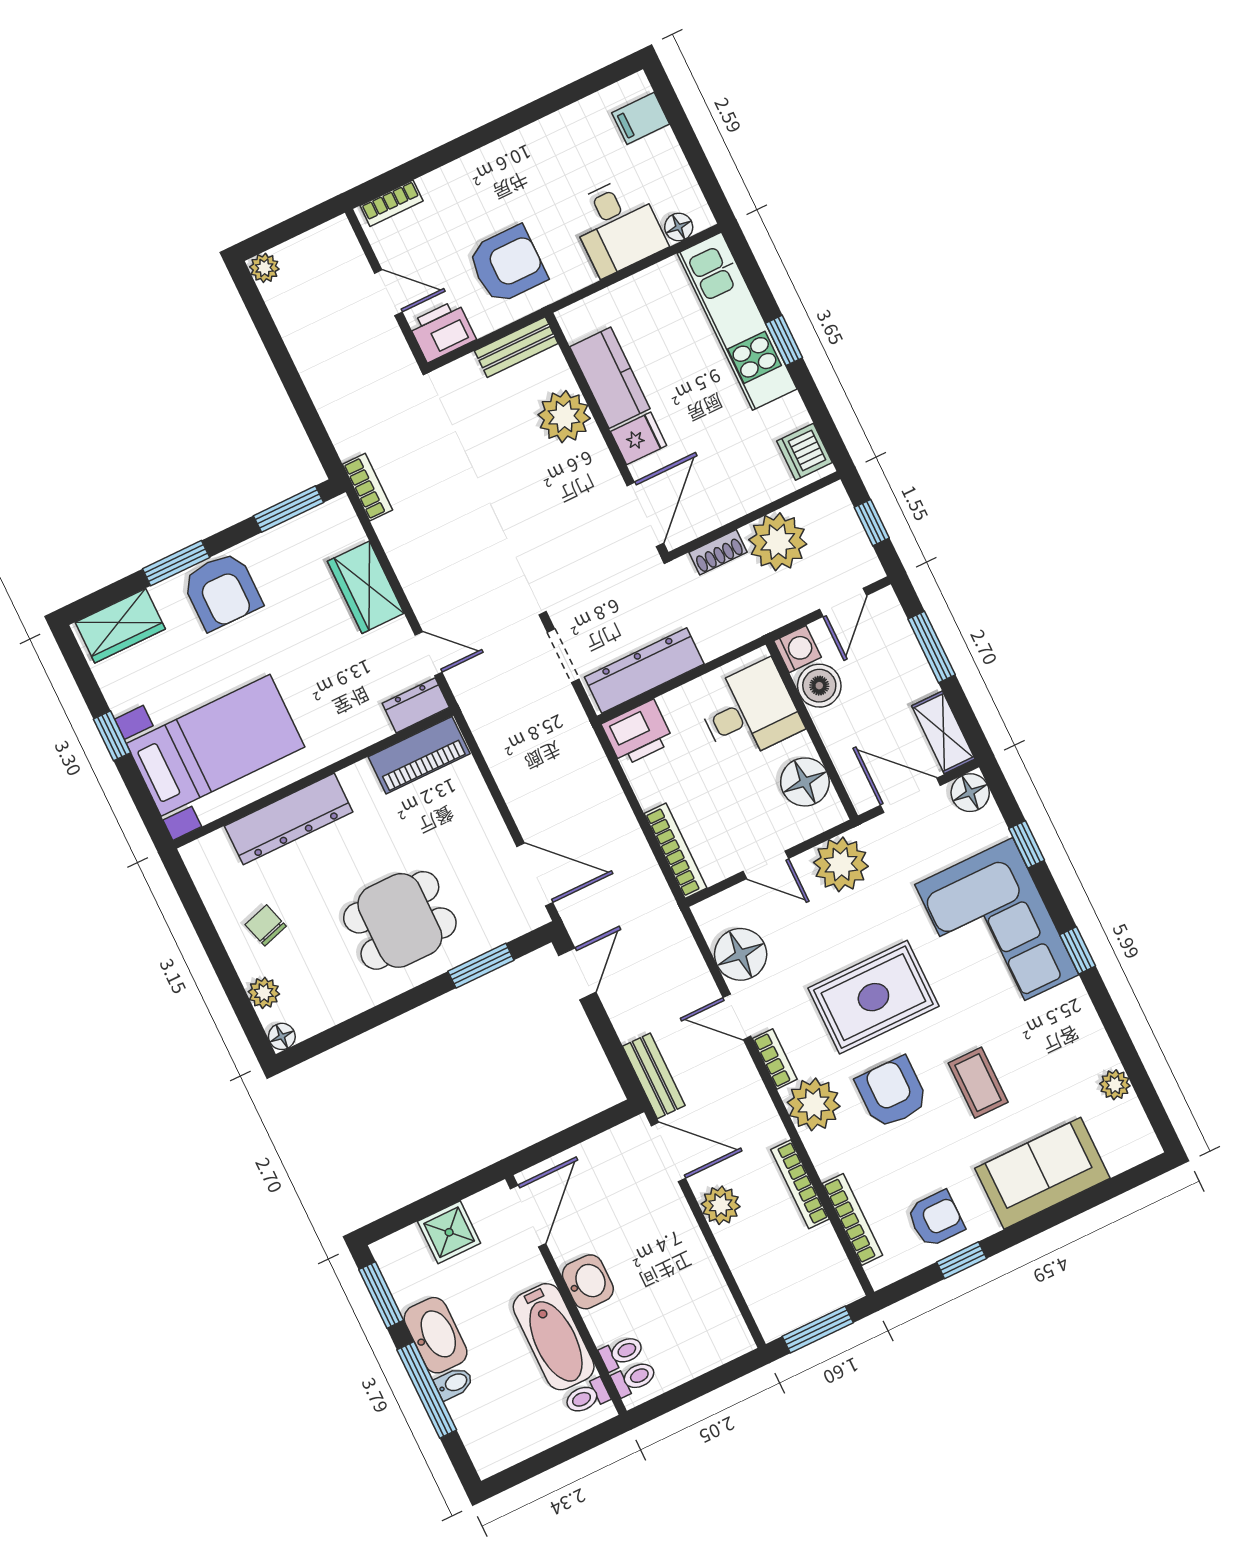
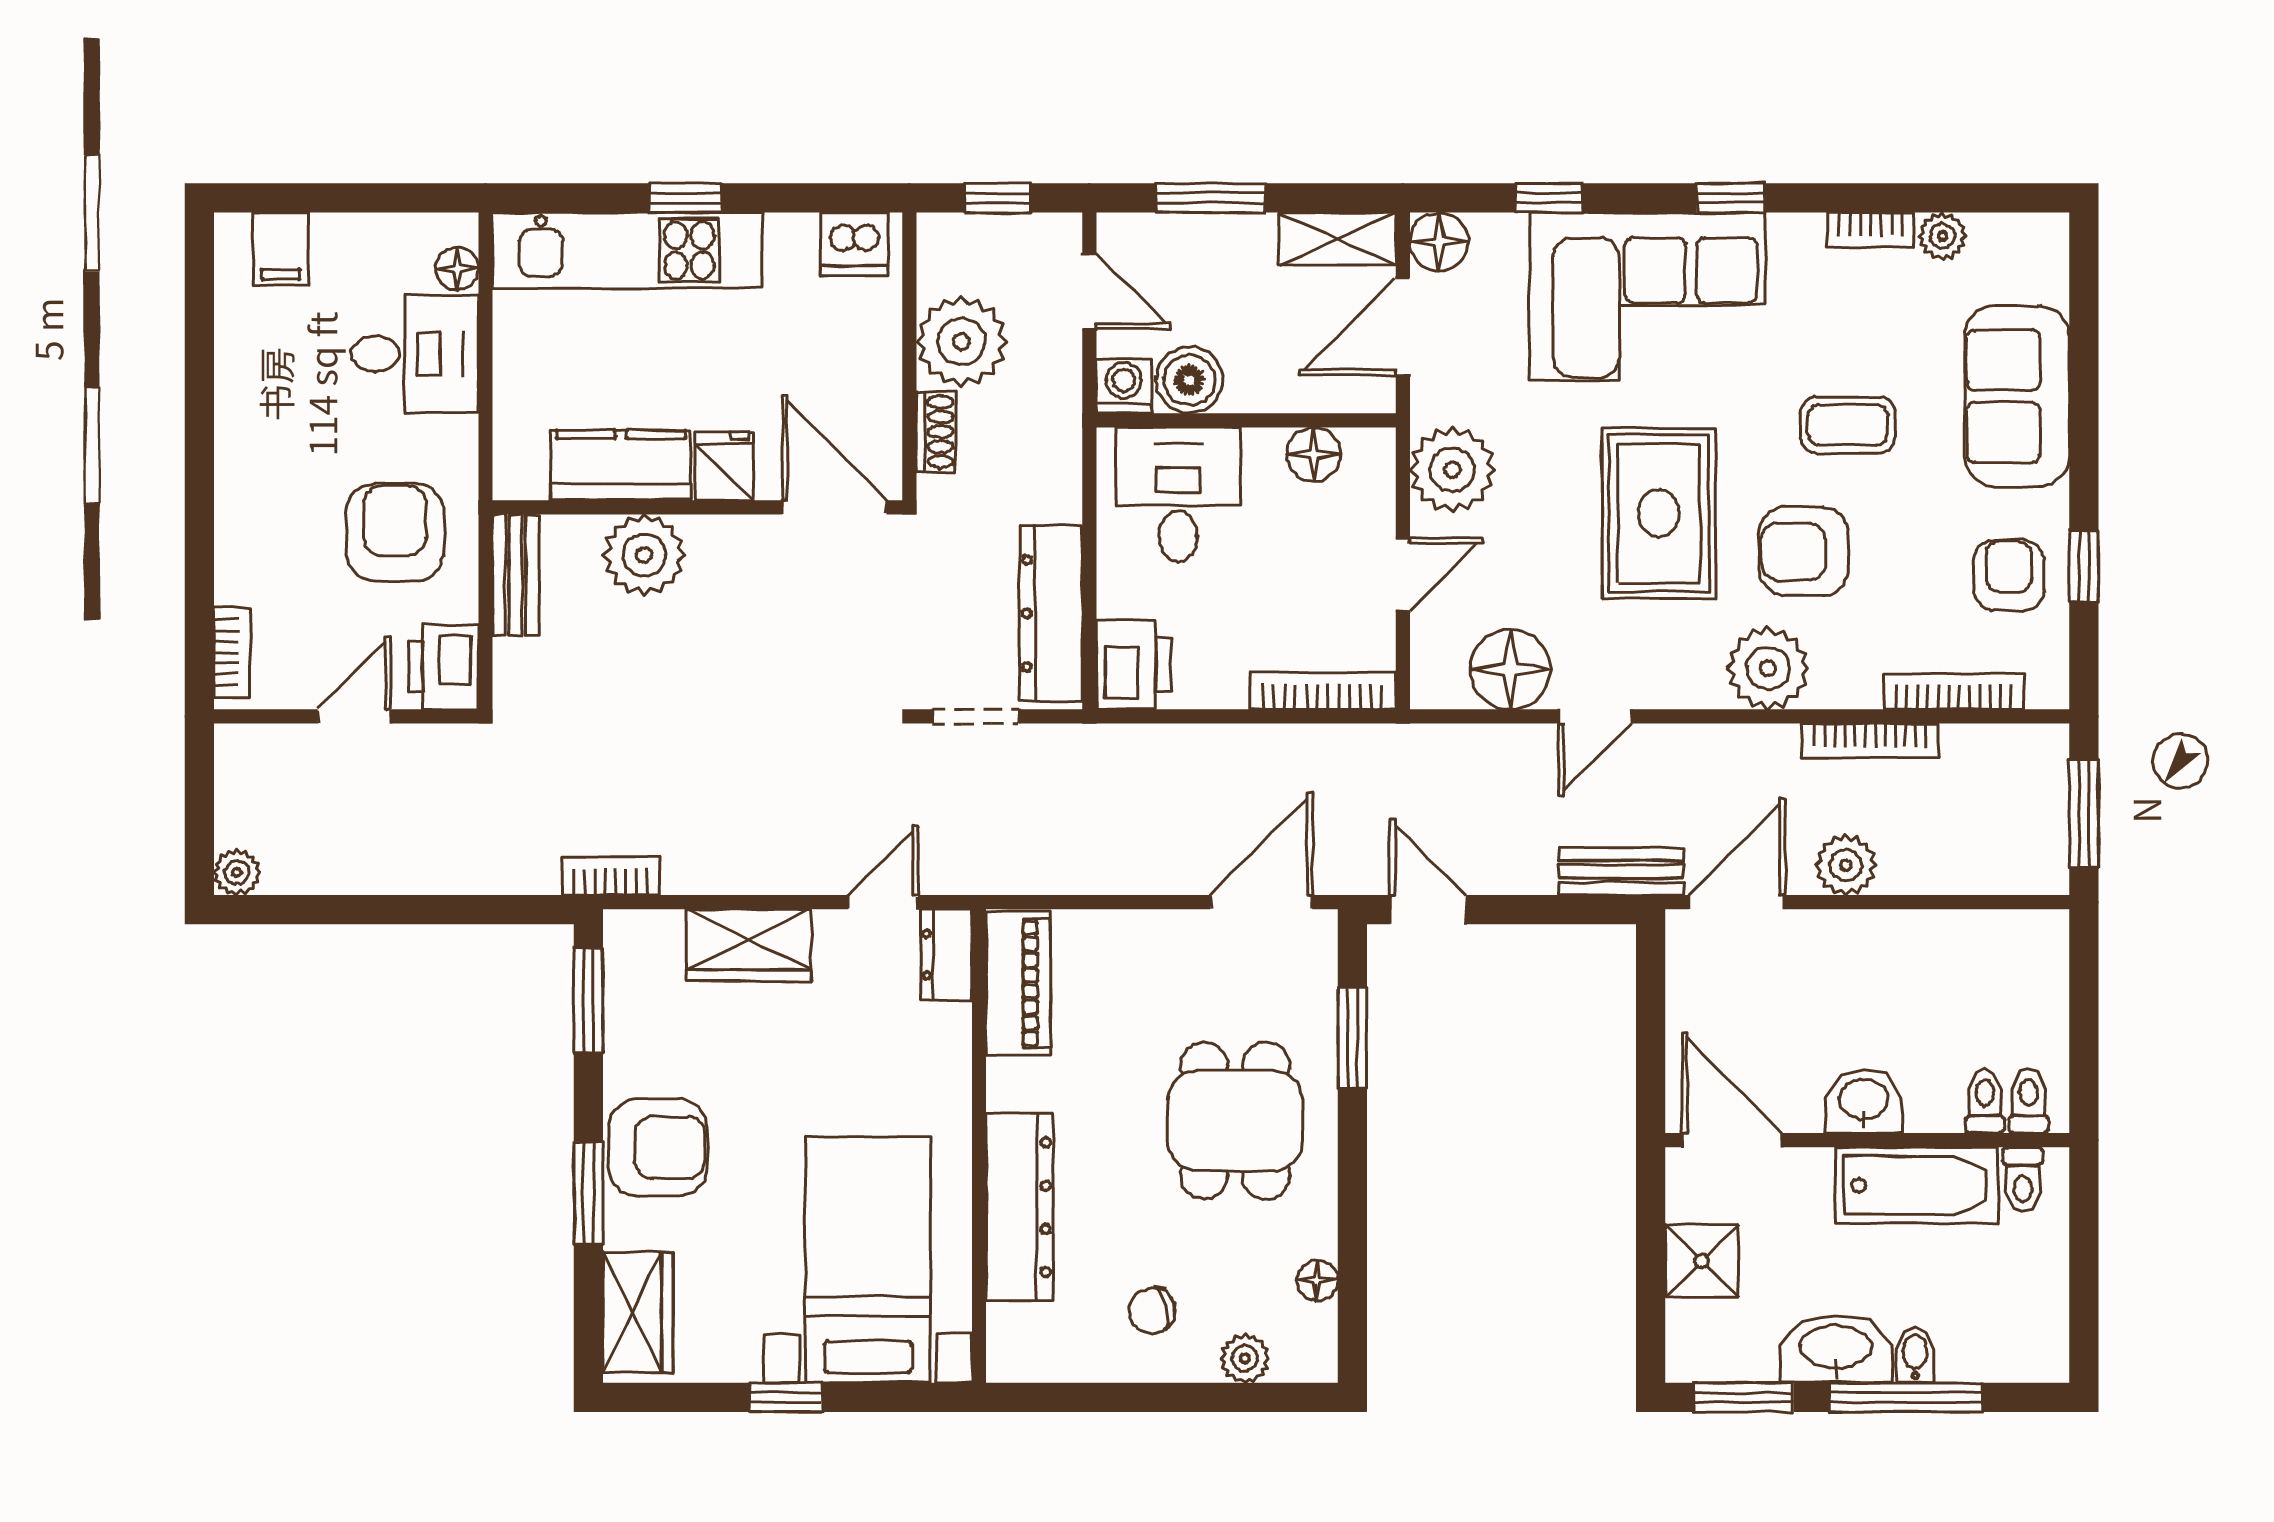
floor lamp: (805, 782) -> (1314, 454), width x0.73, depth x0.73
floor lamp: (282, 1036) -> (1317, 1280), moved
bookcase: (775, 1059) -> (1871, 230), moved, turned 180

